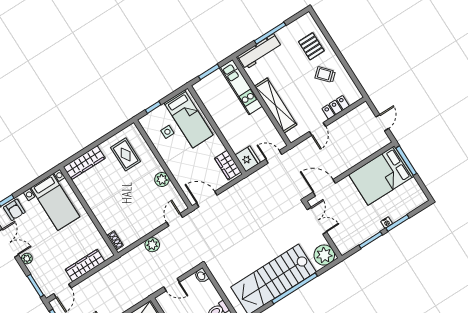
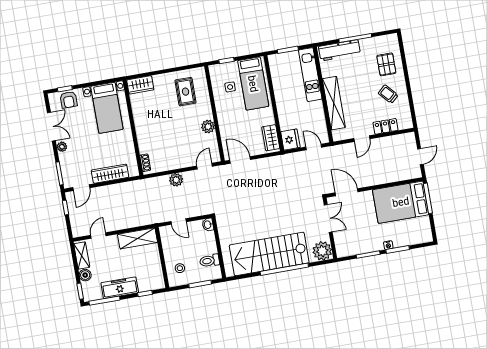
wardrobe: (84, 163) -> (140, 85), width x0.67

